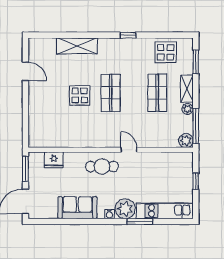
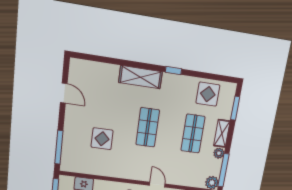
shelving: (77, 46) -> (140, 77), moved
display table: (80, 95) -> (102, 139), moved
window: (25, 124) -> (59, 147), added

